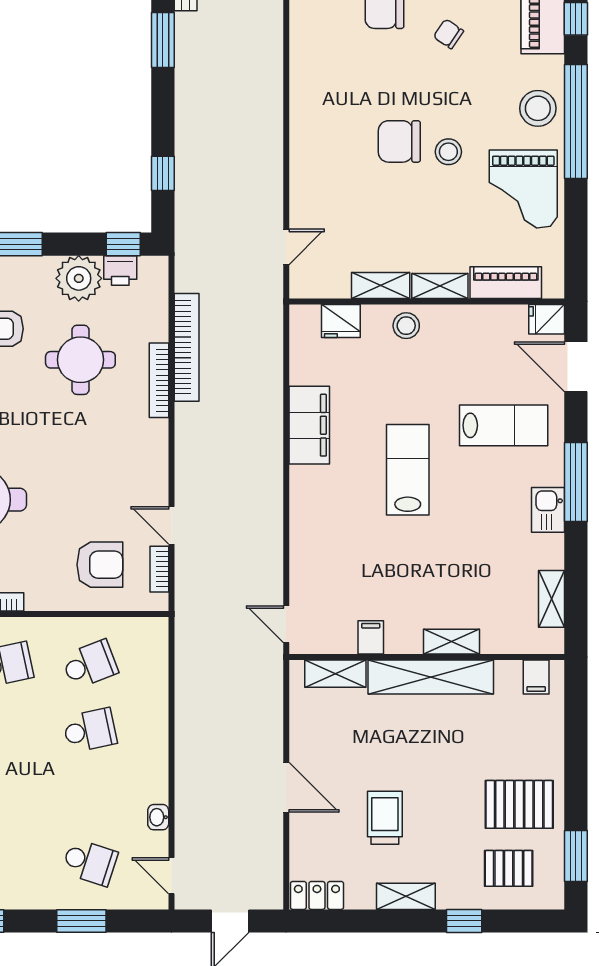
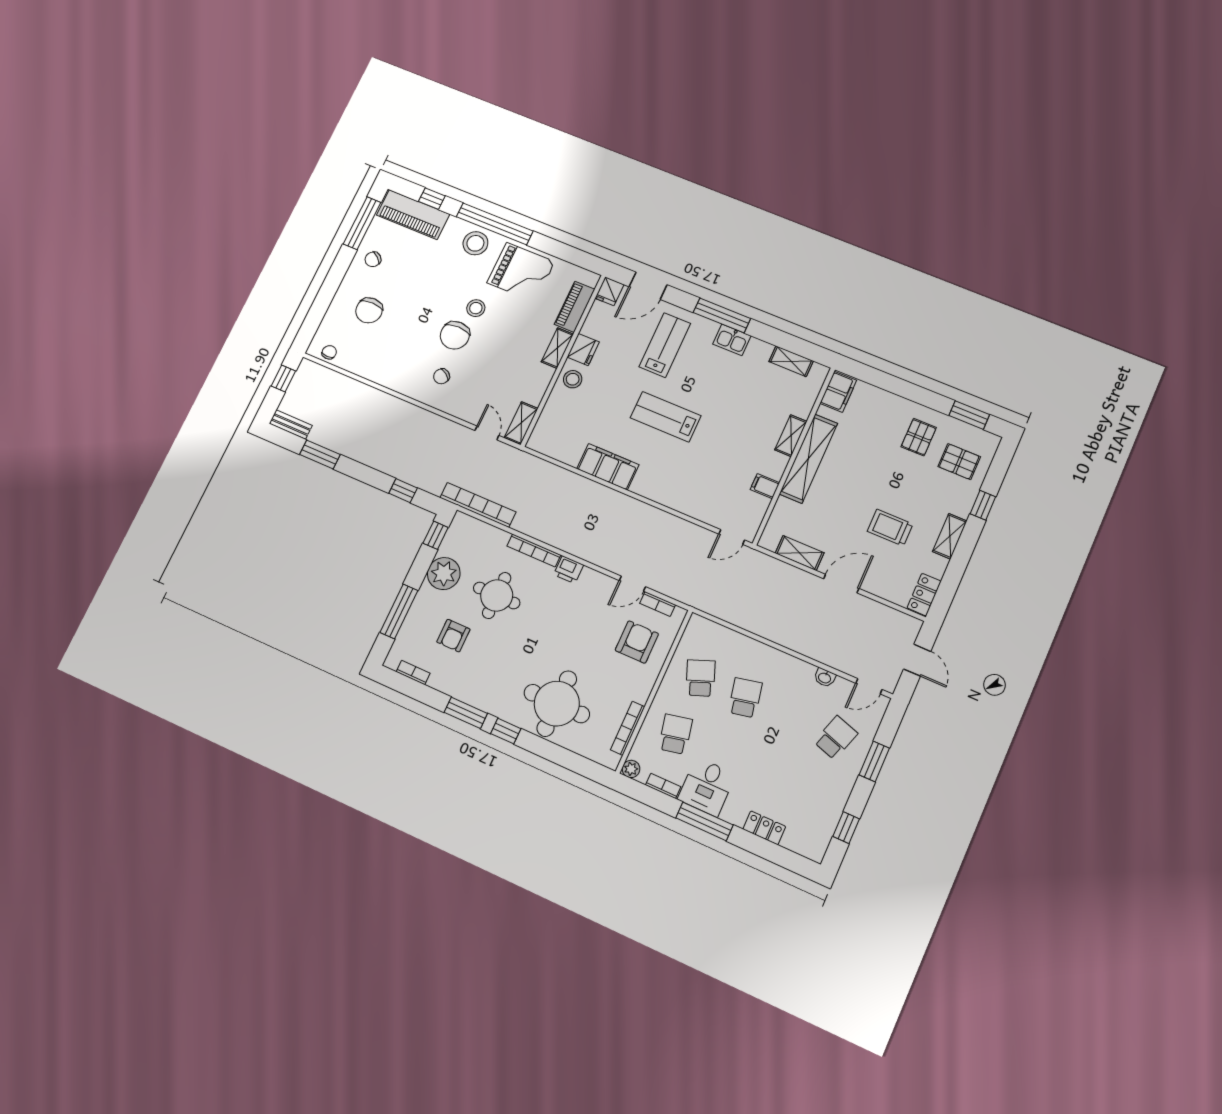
chair: (448, 34) -> (442, 376), moved
printer: (120, 270) -> (569, 570), moved, turned 90
shelving: (381, 286) -> (521, 423), moved
fridge: (341, 321) -> (583, 349), moved
bookcase: (187, 347) -> (478, 505), moved
shelving: (335, 674) -> (800, 553), moved, turned 90
filing cabinet: (536, 677) -> (838, 392), width x2.00
pallet: (519, 804) -> (919, 437), width x0.67, depth x0.71
pallet: (509, 868) -> (959, 462), turned 90

